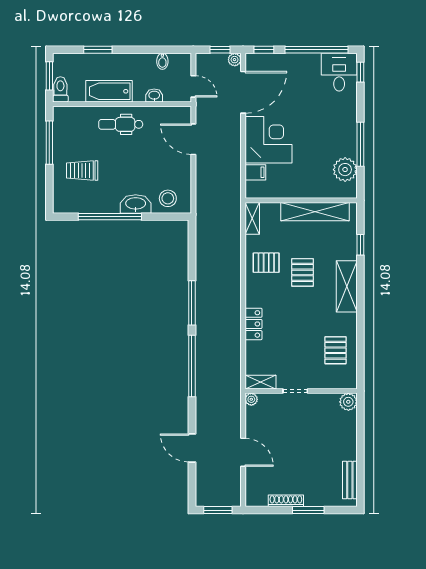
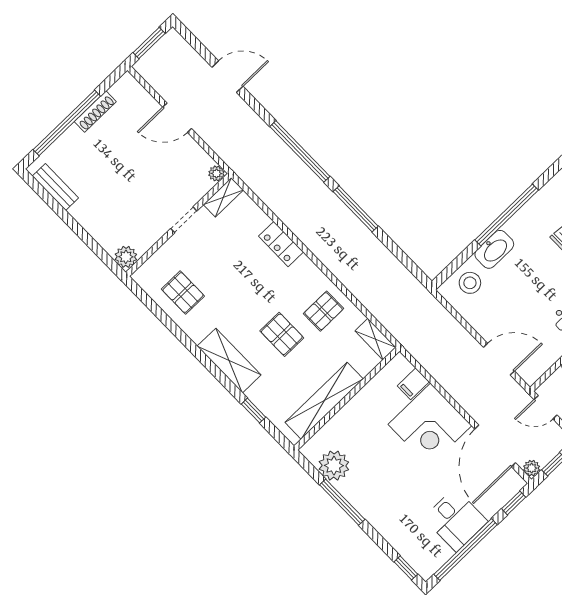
desk: (339, 72) -> (456, 520), moved
window: (308, 510) -> (67, 123), width x2.11

